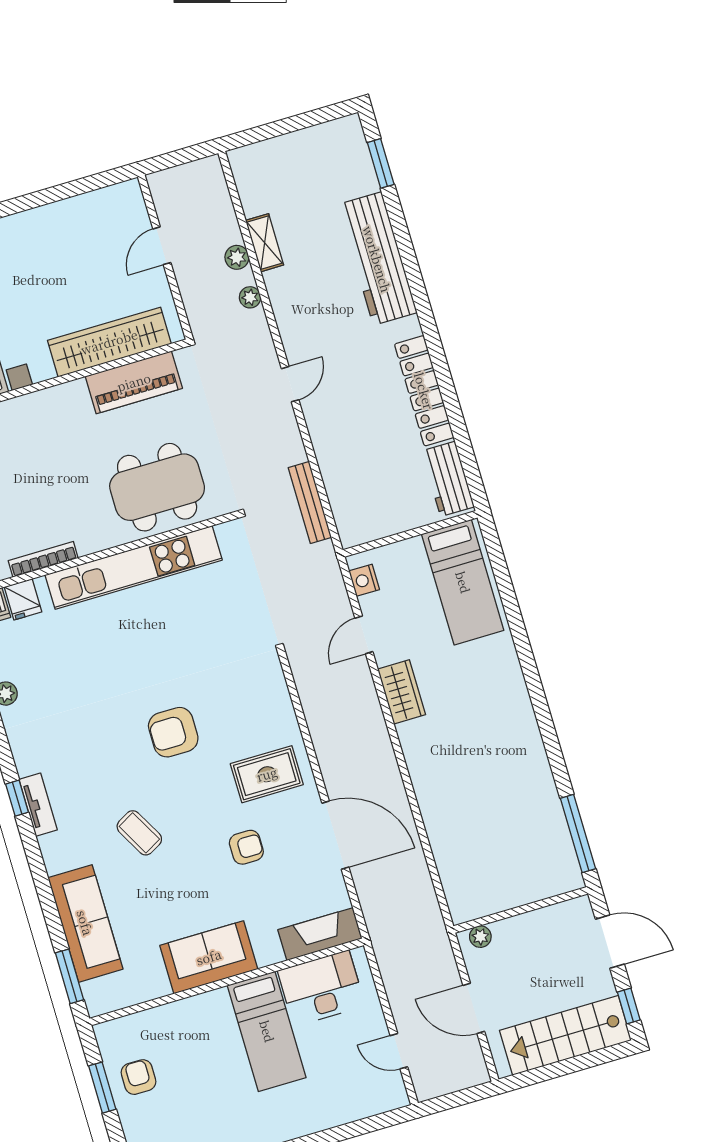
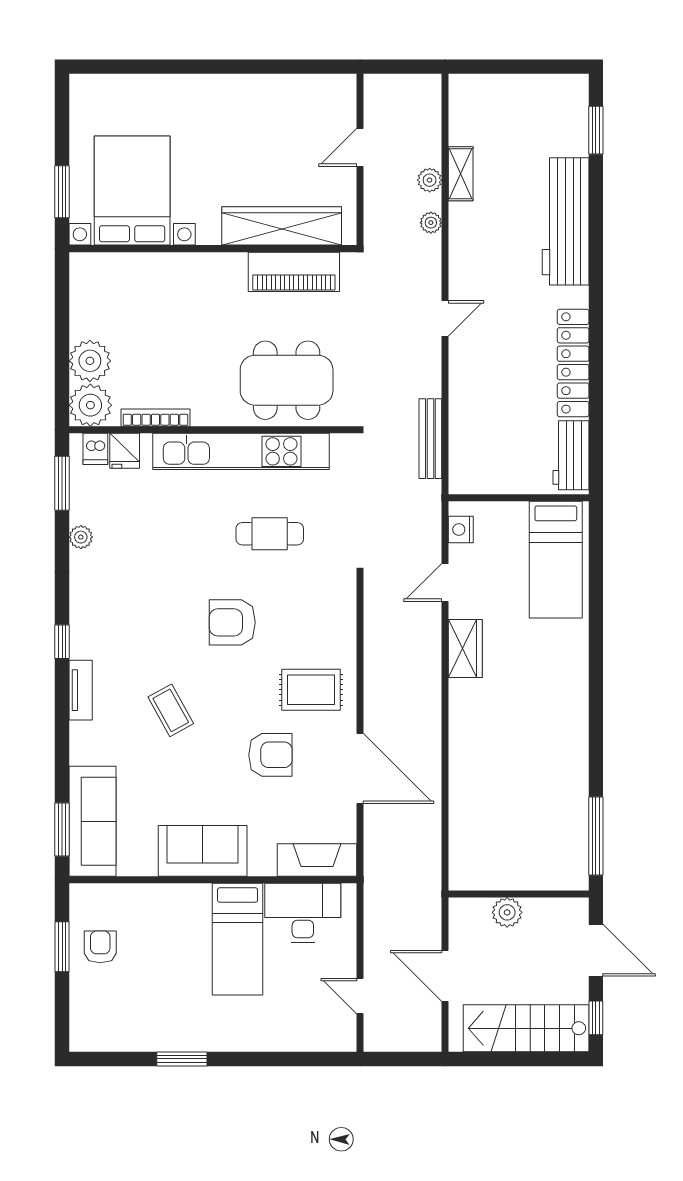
cafe table: (184, 638) -> (270, 534), added
tv unit: (38, 805) -> (81, 690), moved
armchair: (246, 847) -> (270, 755), width x1.38, depth x1.38
sofa: (85, 923) -> (93, 821), moved
plant: (480, 937) -> (507, 912), moved, width x1.38, depth x1.38

